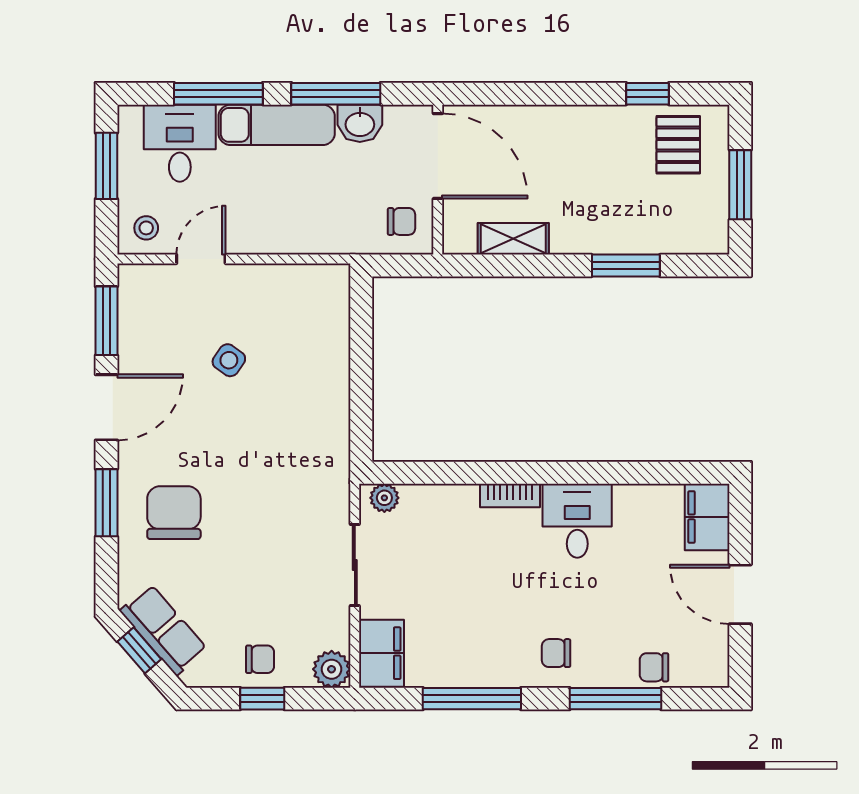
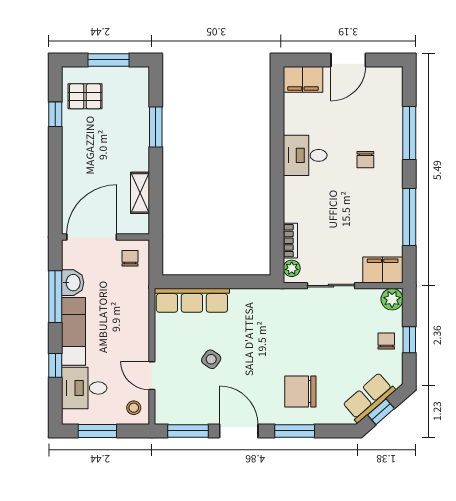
window: (218, 94) -> (55, 365), width x0.46
row of seats: (330, 327) -> (192, 300), added
bookcase: (510, 495) -> (290, 241), moved
chair: (556, 653) -> (365, 160), moved
chair: (654, 667) -> (391, 110), removed

